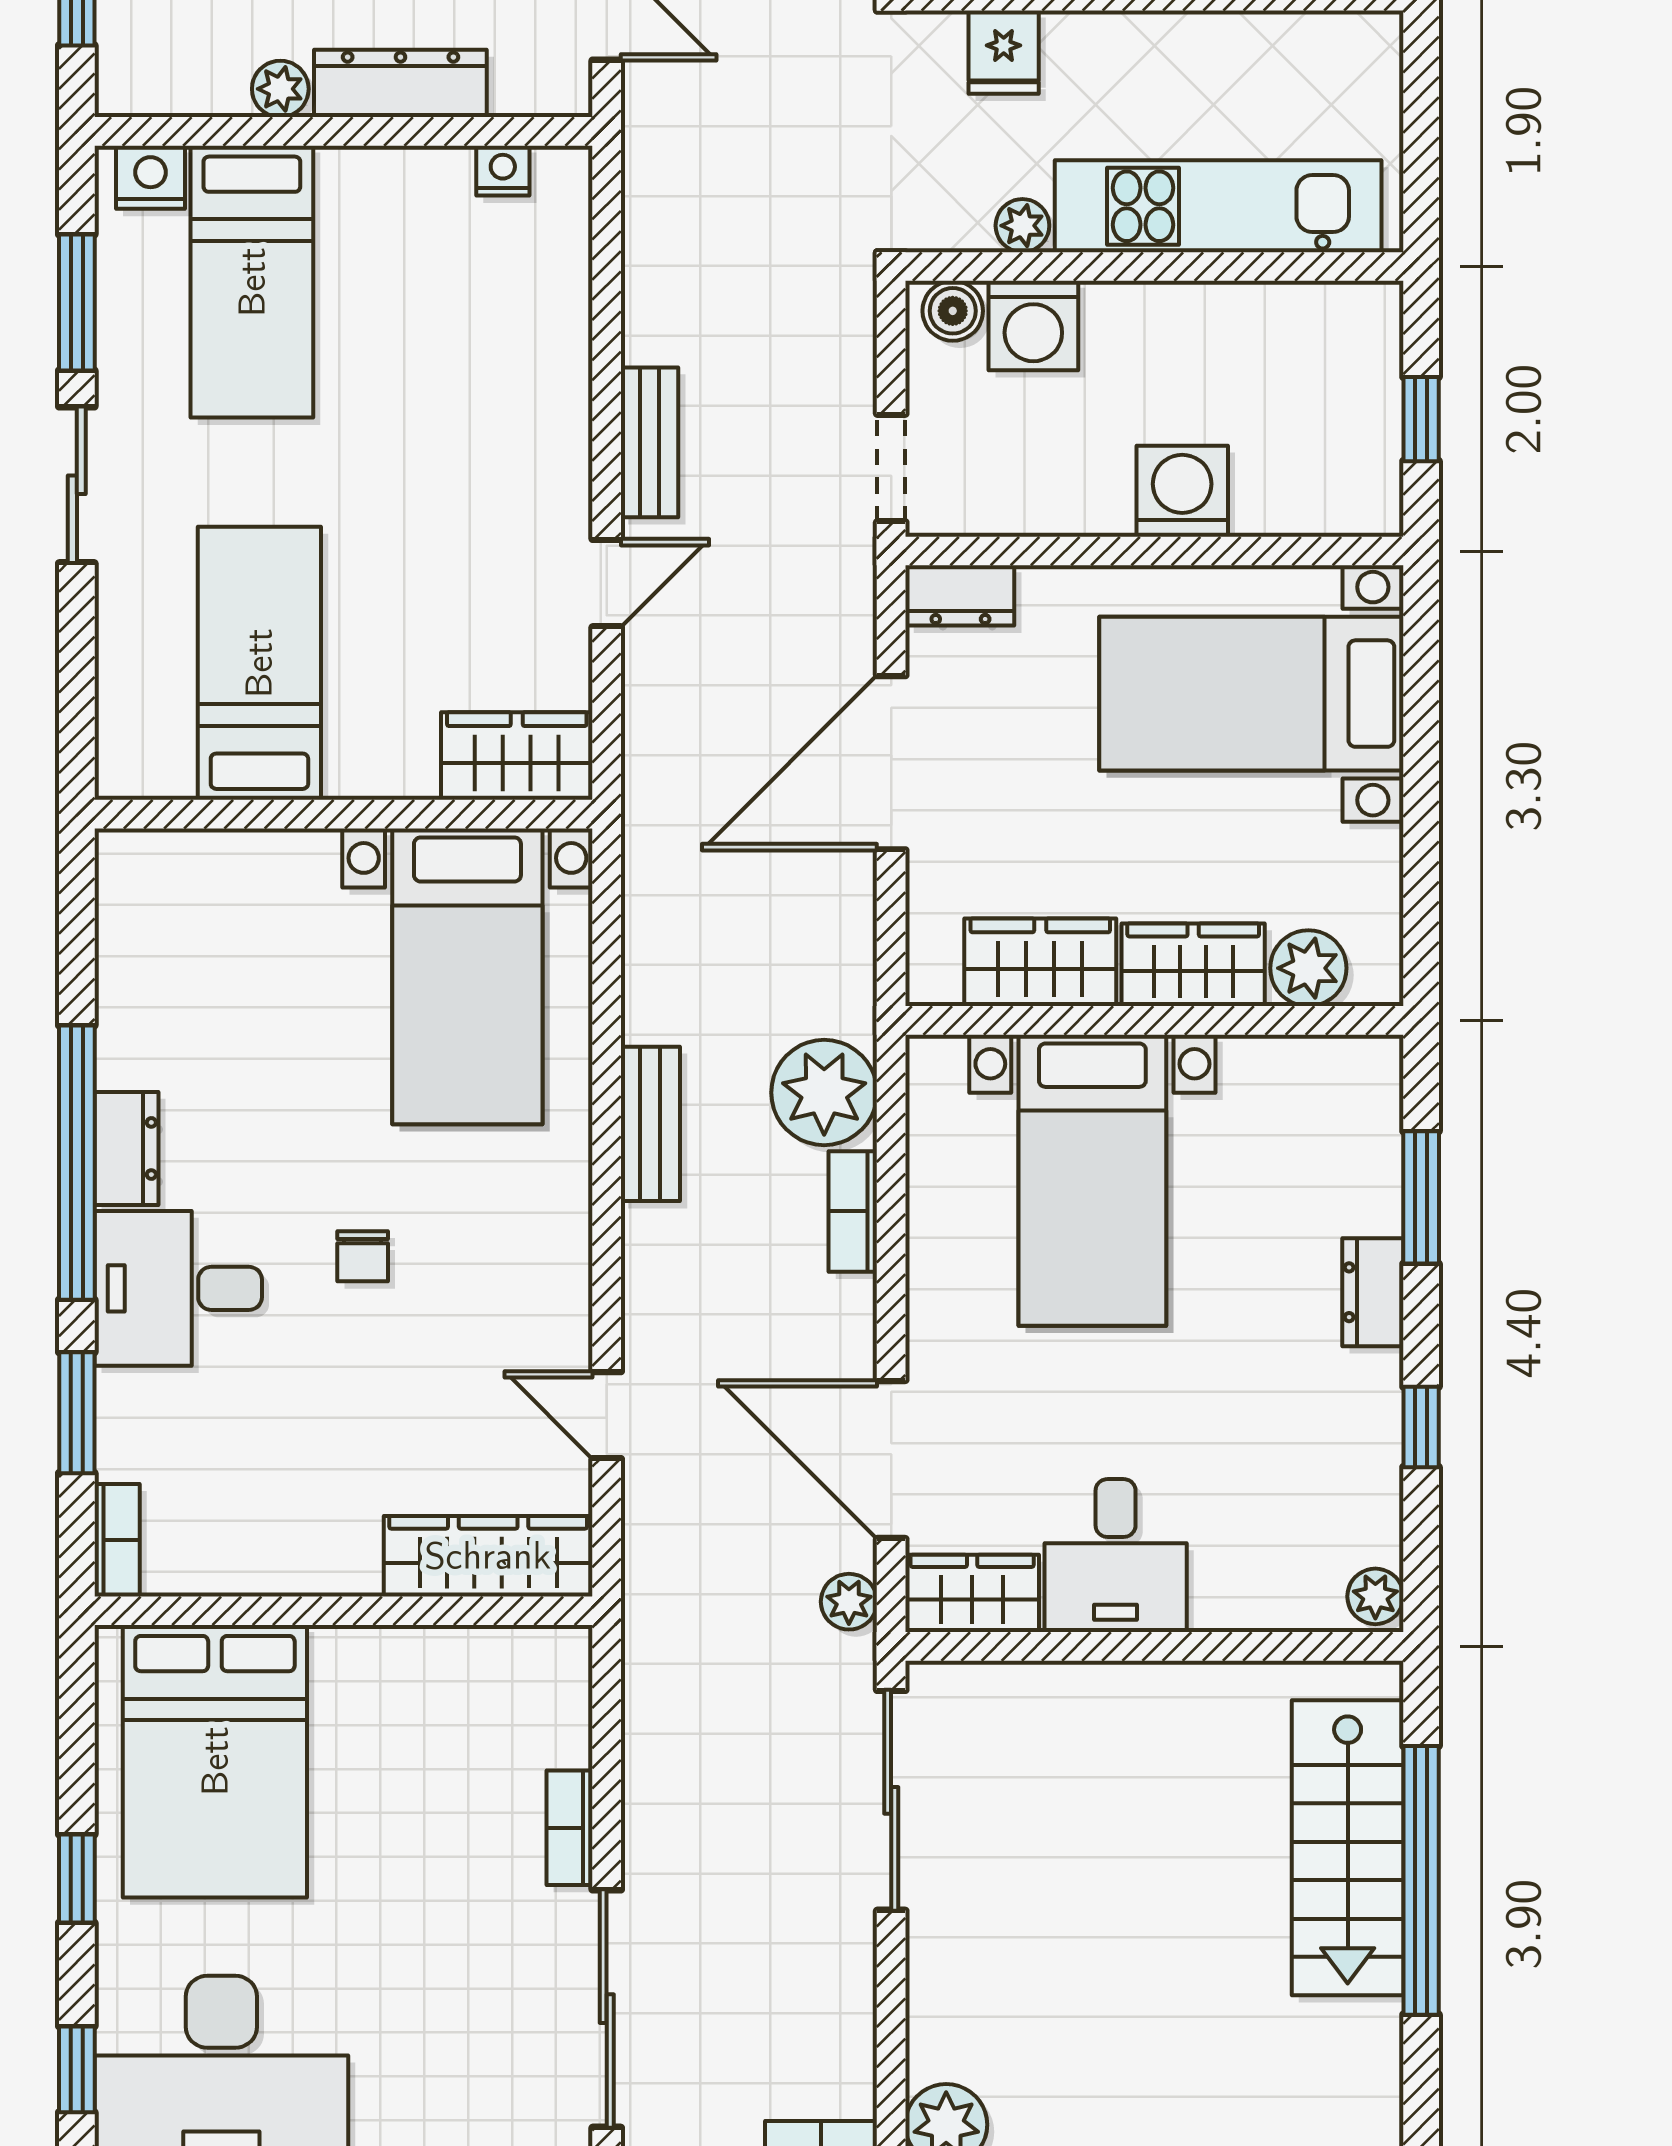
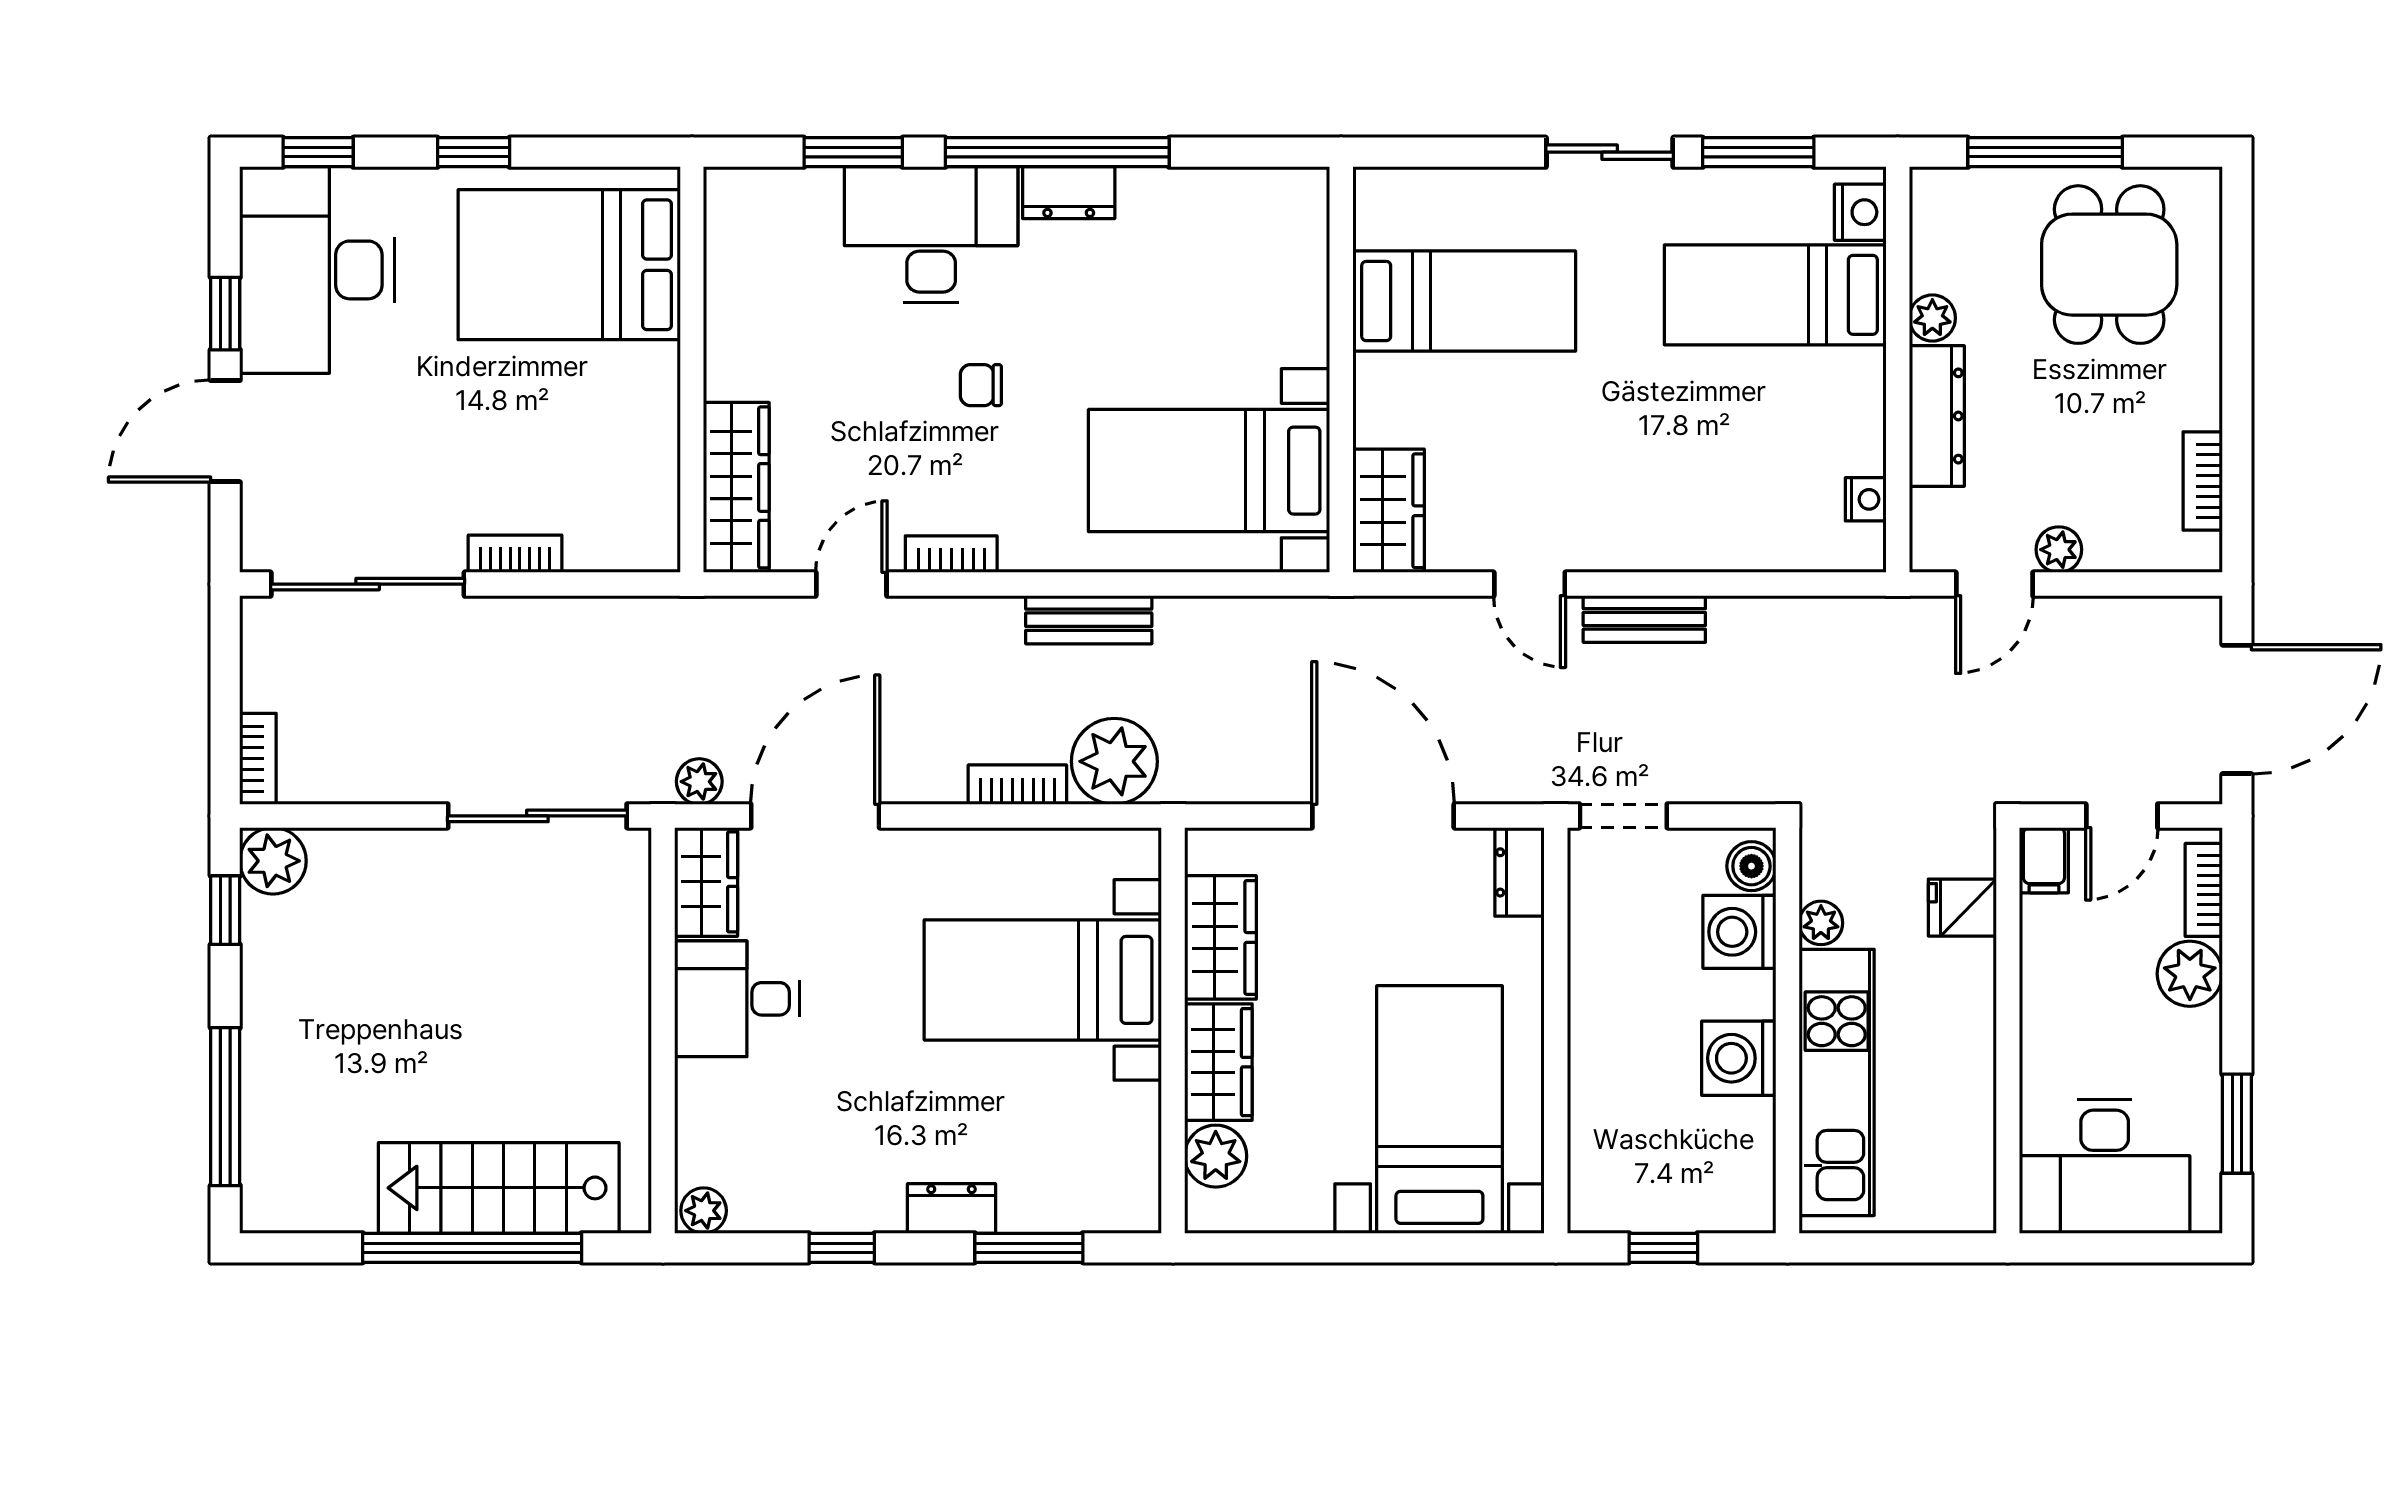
washing machine: (1182, 491) -> (1739, 1058), moved, turned 180
desk: (178, 1288) -> (931, 235), width x1.37
bookcase: (117, 1540) -> (951, 554), moved, turned 180

